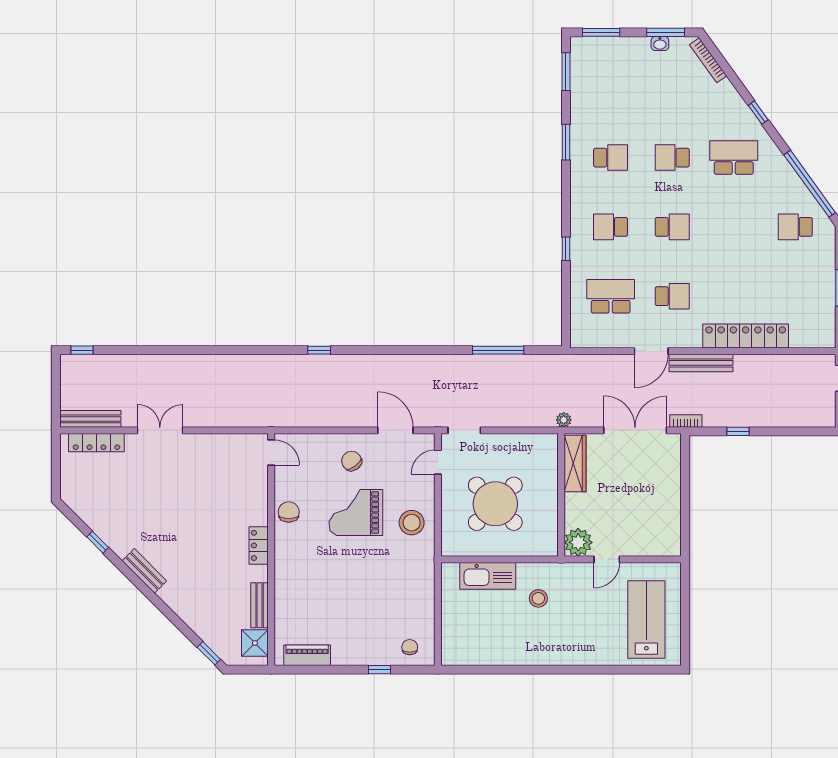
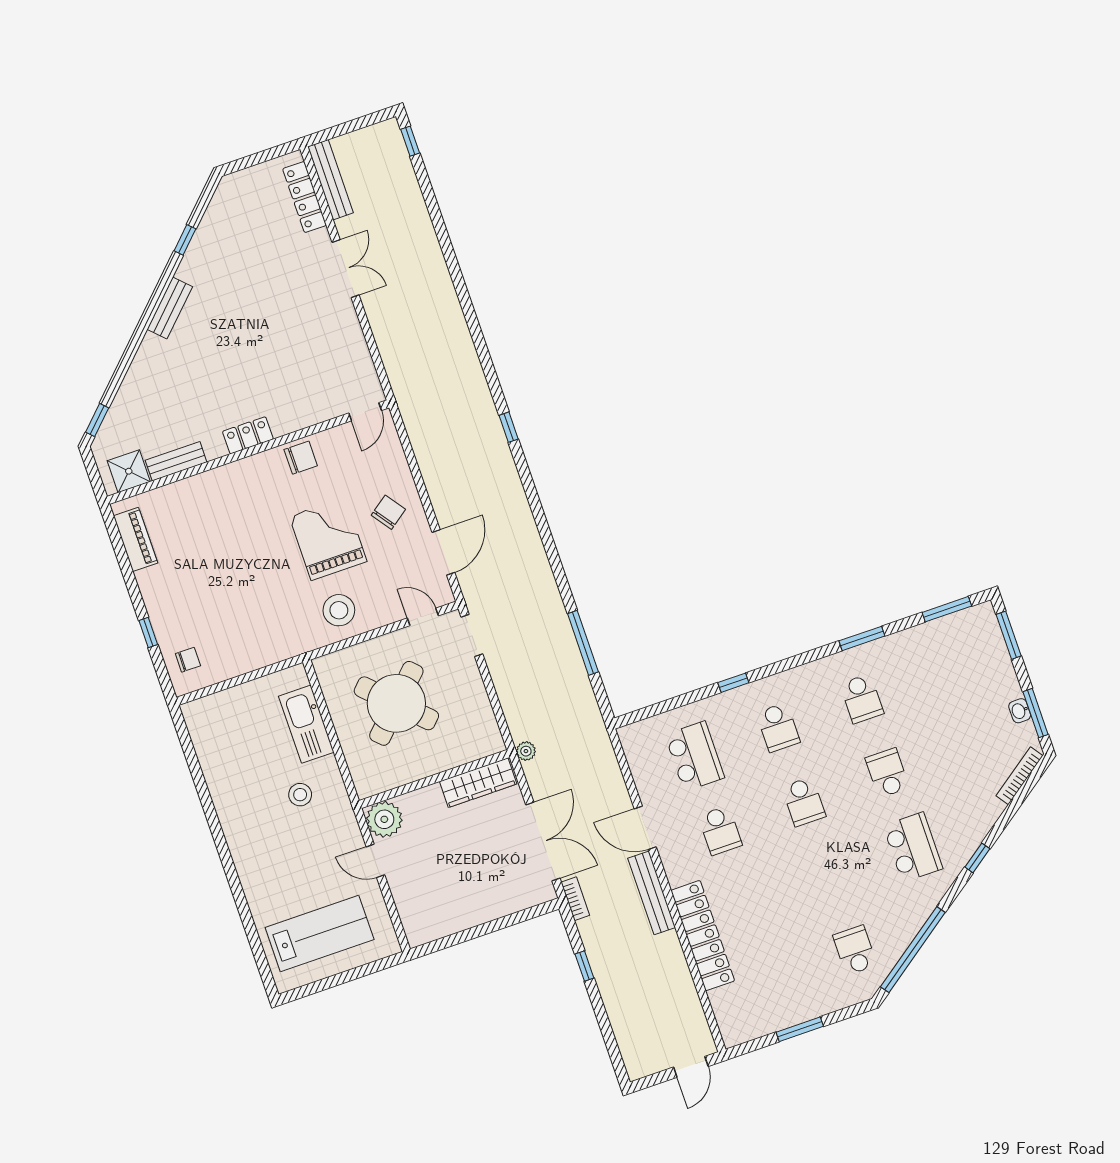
school desk: (611, 227) -> (778, 727), turned 180

